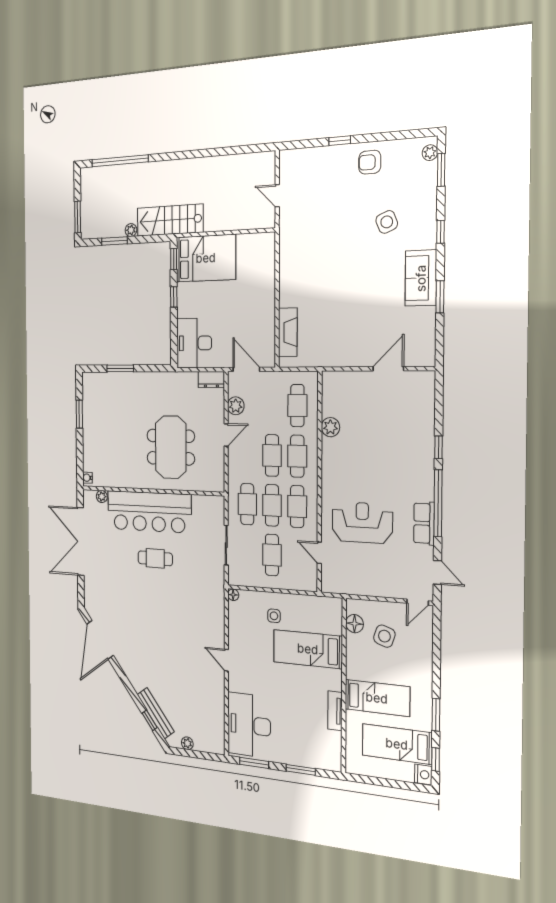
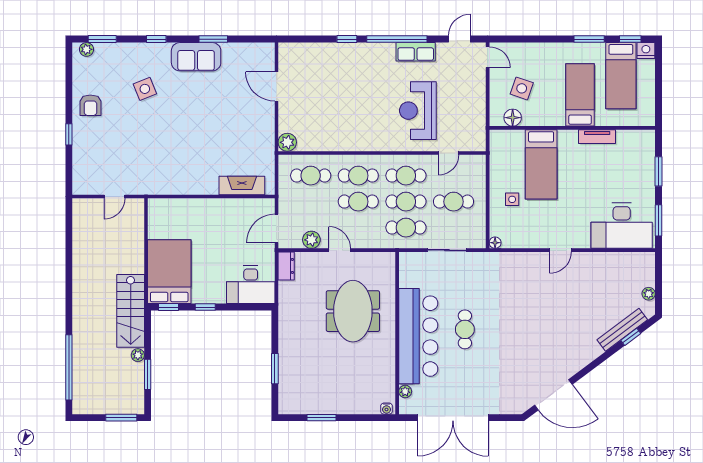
plant: (330, 427) -> (287, 142), moved
meeting table: (171, 447) -> (353, 311), turned 90

